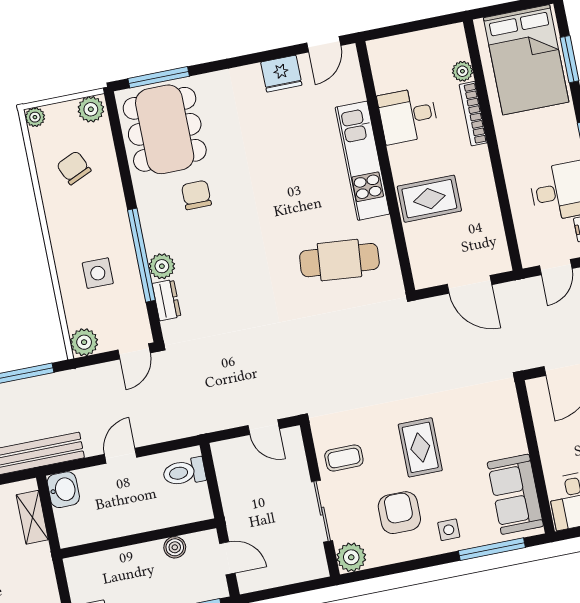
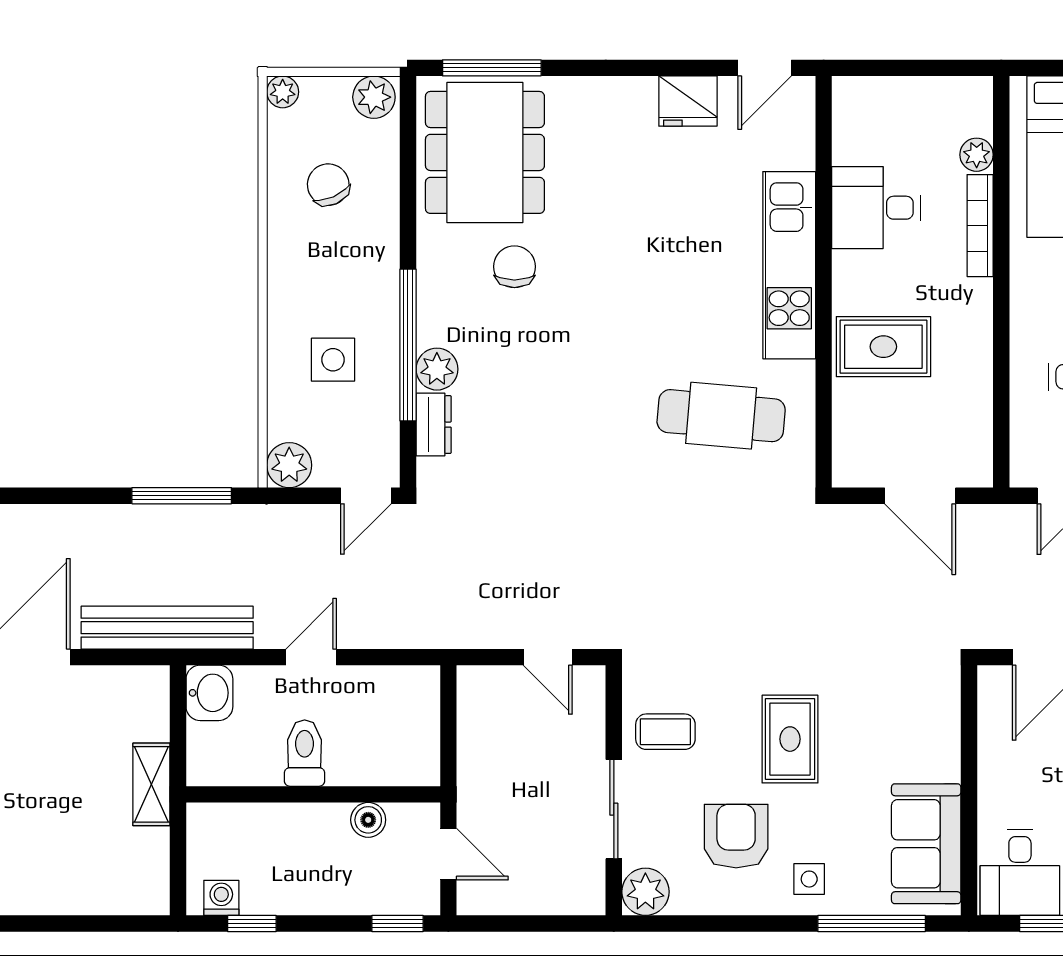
toilet: (184, 472) -> (305, 753), moved, turned 90
shelving: (32, 517) -> (151, 784), moved

